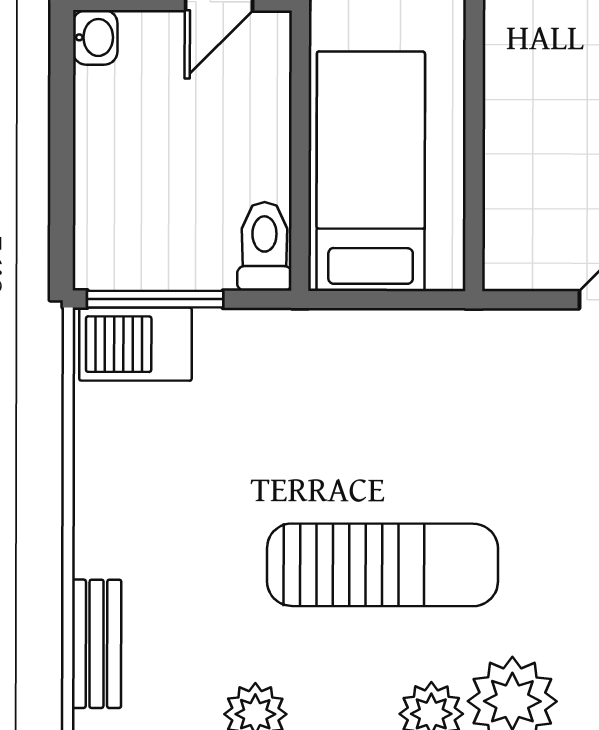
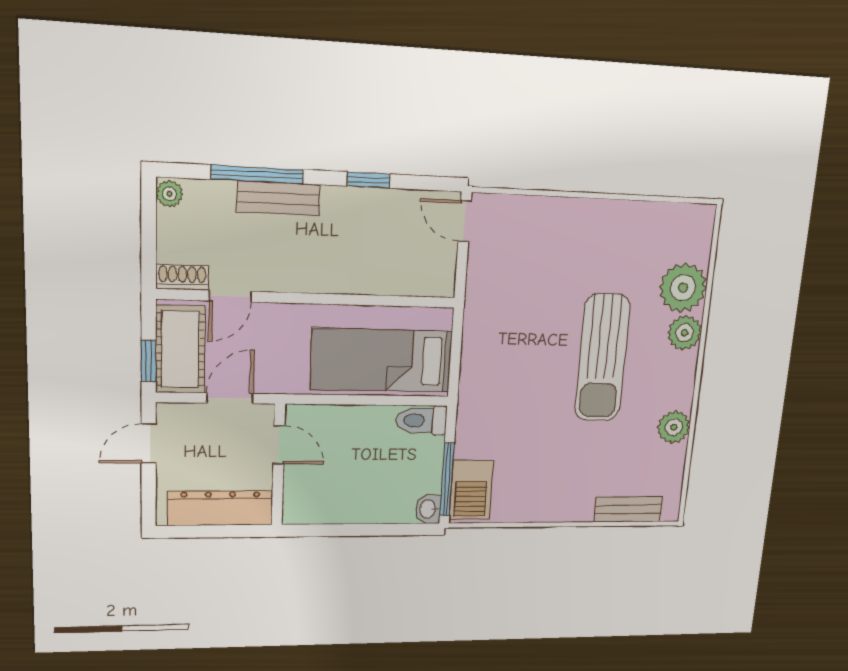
washbasin: (95, 37) -> (428, 509), moved, turned -90
sun lounger: (382, 565) -> (602, 358), turned 180

